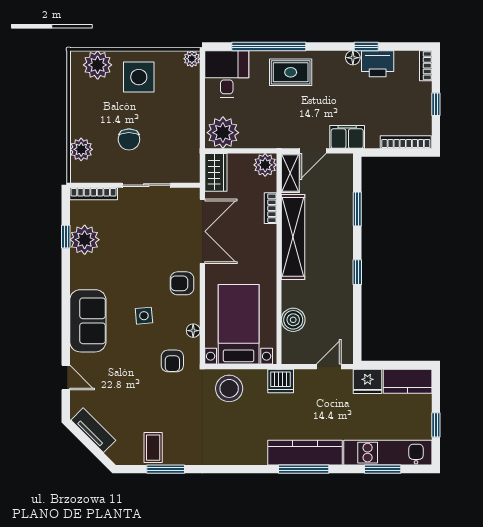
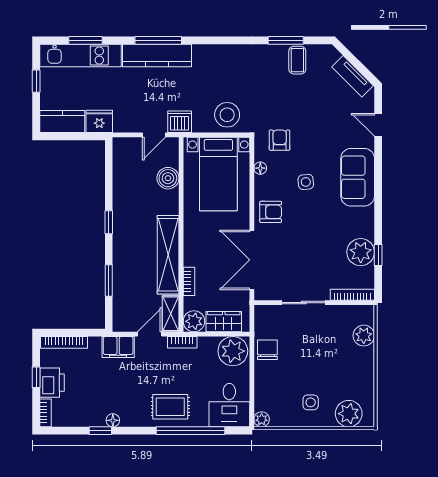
printer: (378, 64) -> (52, 383), moved, turned 90
side table: (139, 77) -> (311, 402), width x0.54, depth x0.54
chair: (129, 139) -> (267, 350), moved
bookcase: (278, 142) -> (182, 342), added
wardrobe: (216, 172) -> (224, 322), moved, turned 90
door: (329, 367) -> (154, 135), moved

